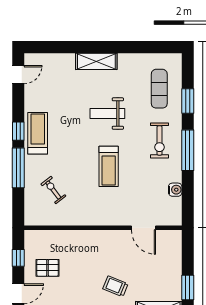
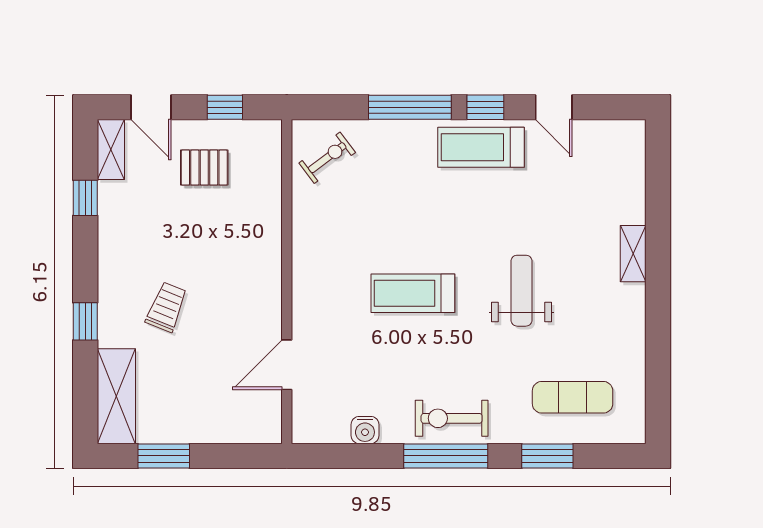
shelving: (96, 61) -> (633, 254), width x0.67, depth x0.75
door: (18, 75) -> (554, 107), moved
treadmill: (38, 133) -> (481, 147), turned 180
exercise bike: (160, 140) -> (452, 418), moved
exercise bike: (53, 190) -> (327, 158), moved
pallet: (48, 268) -> (204, 168), turned 90

